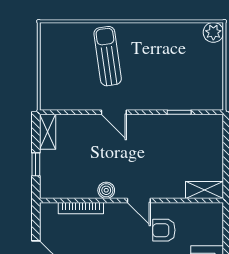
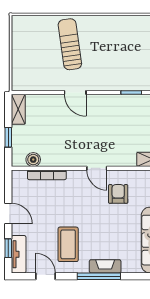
boiler: (106, 190) -> (33, 160), moved
armchair: (164, 230) -> (118, 194), turned 90

